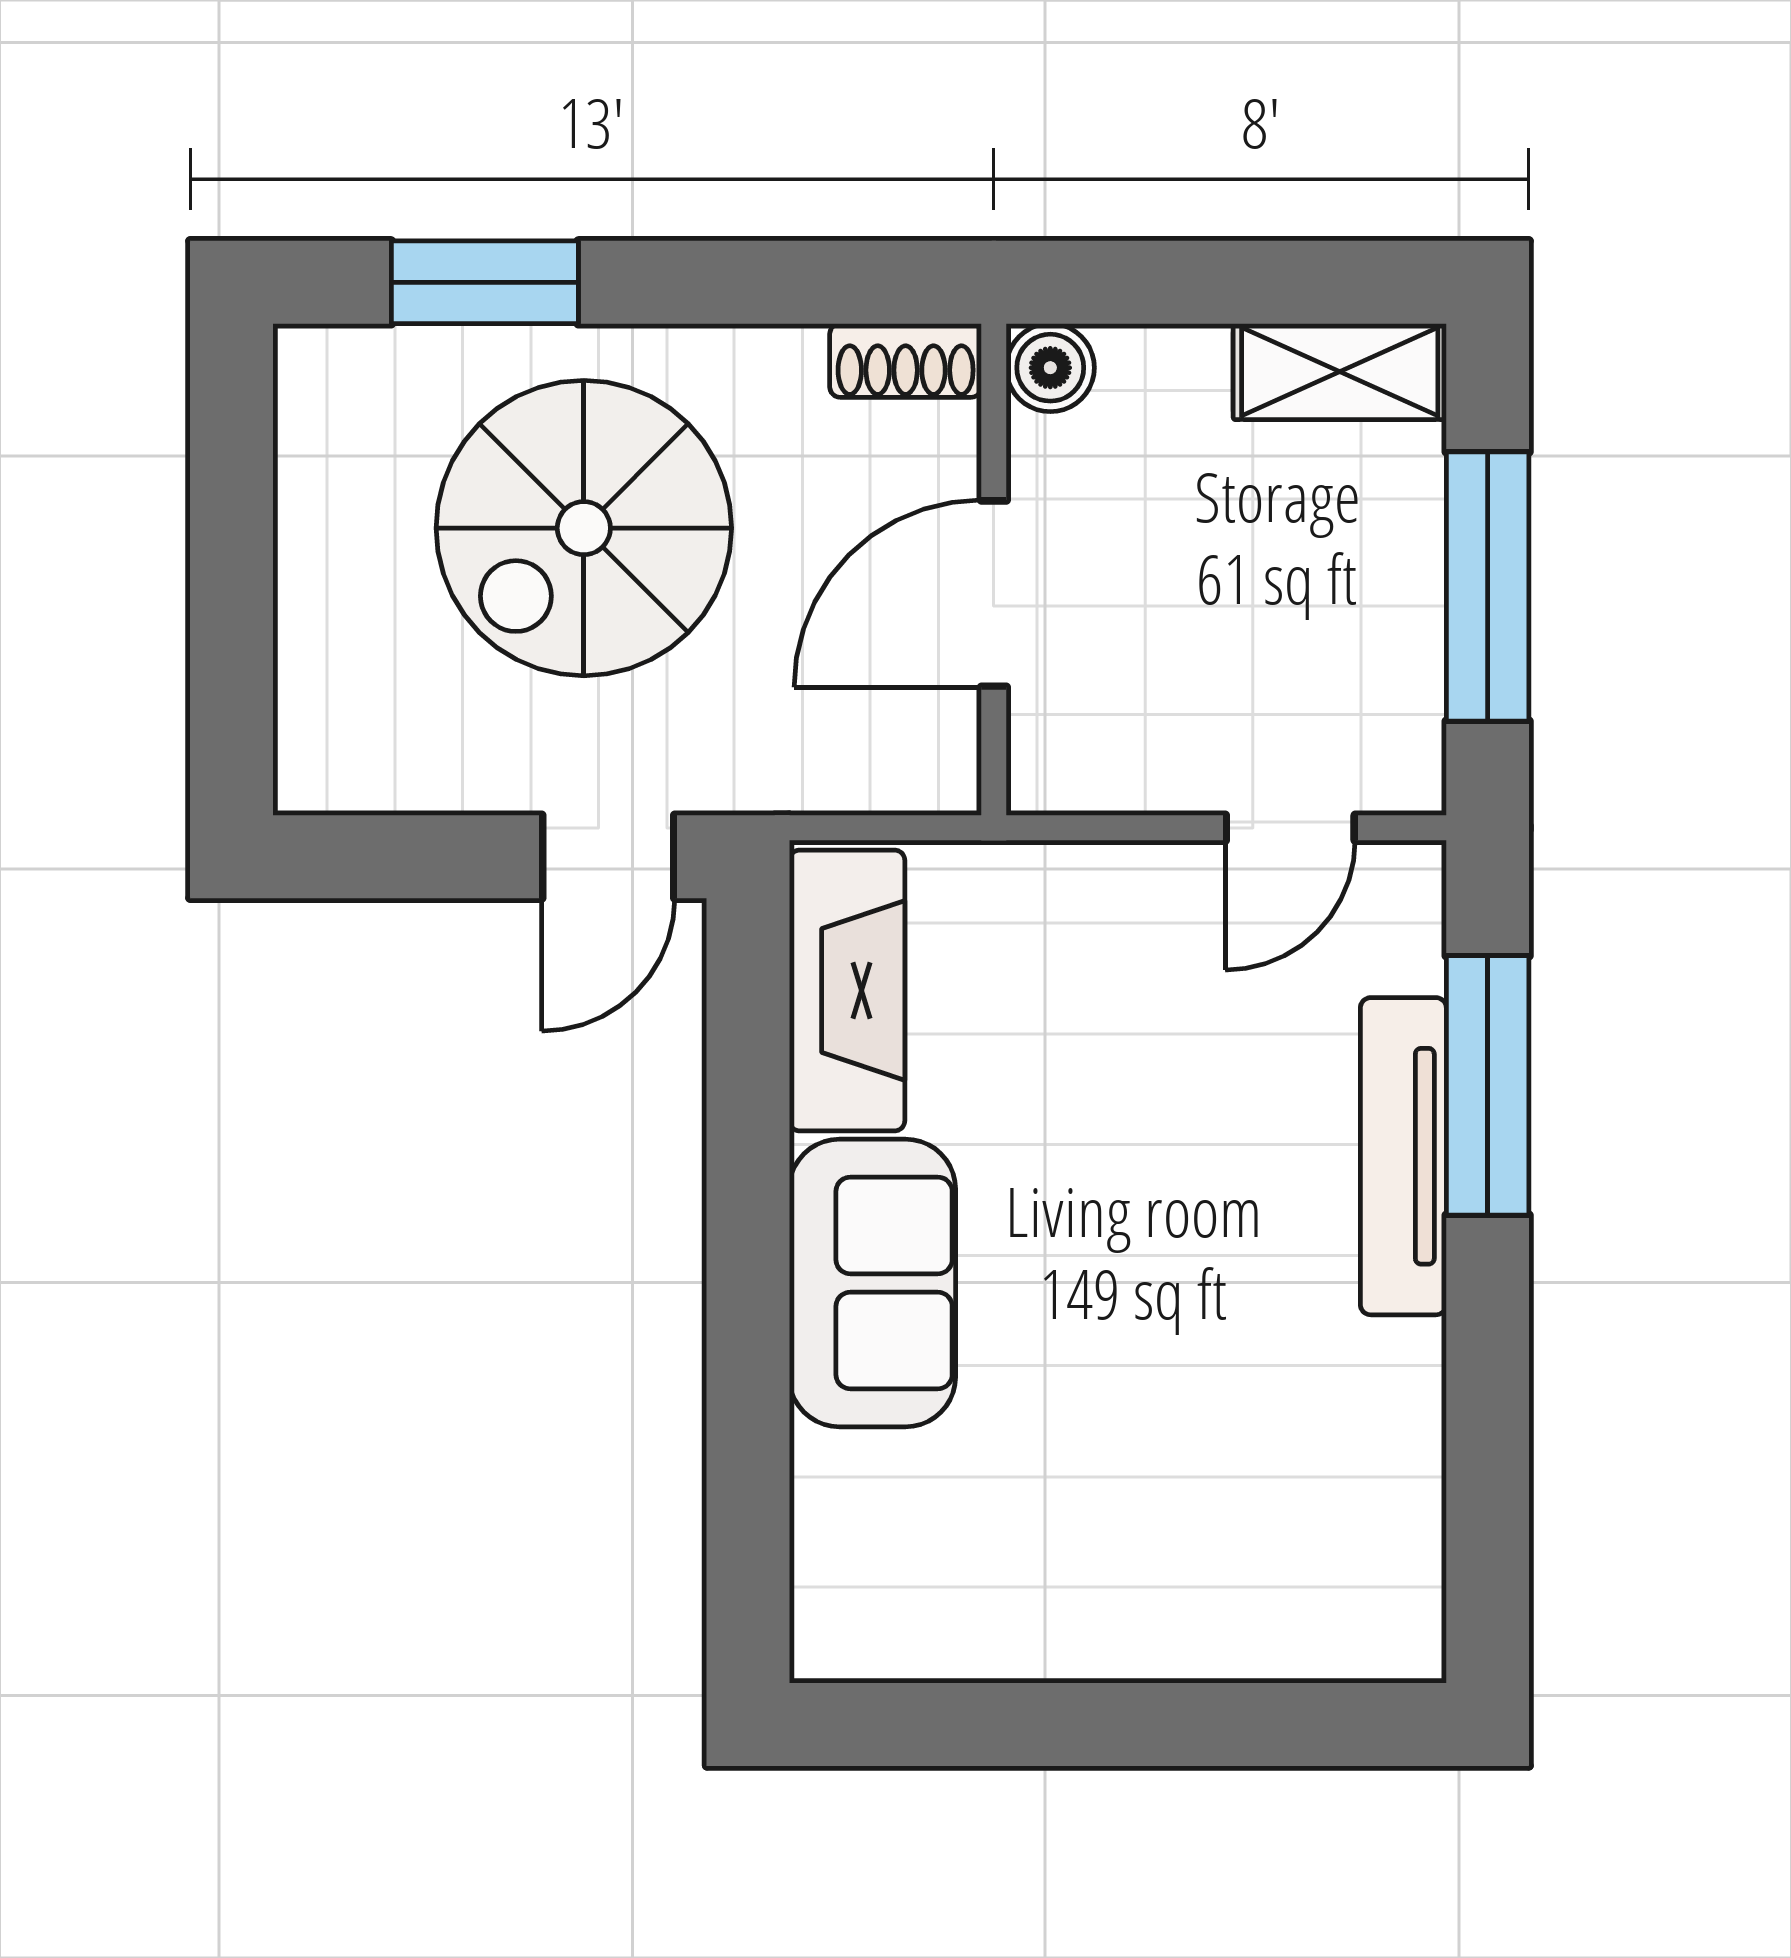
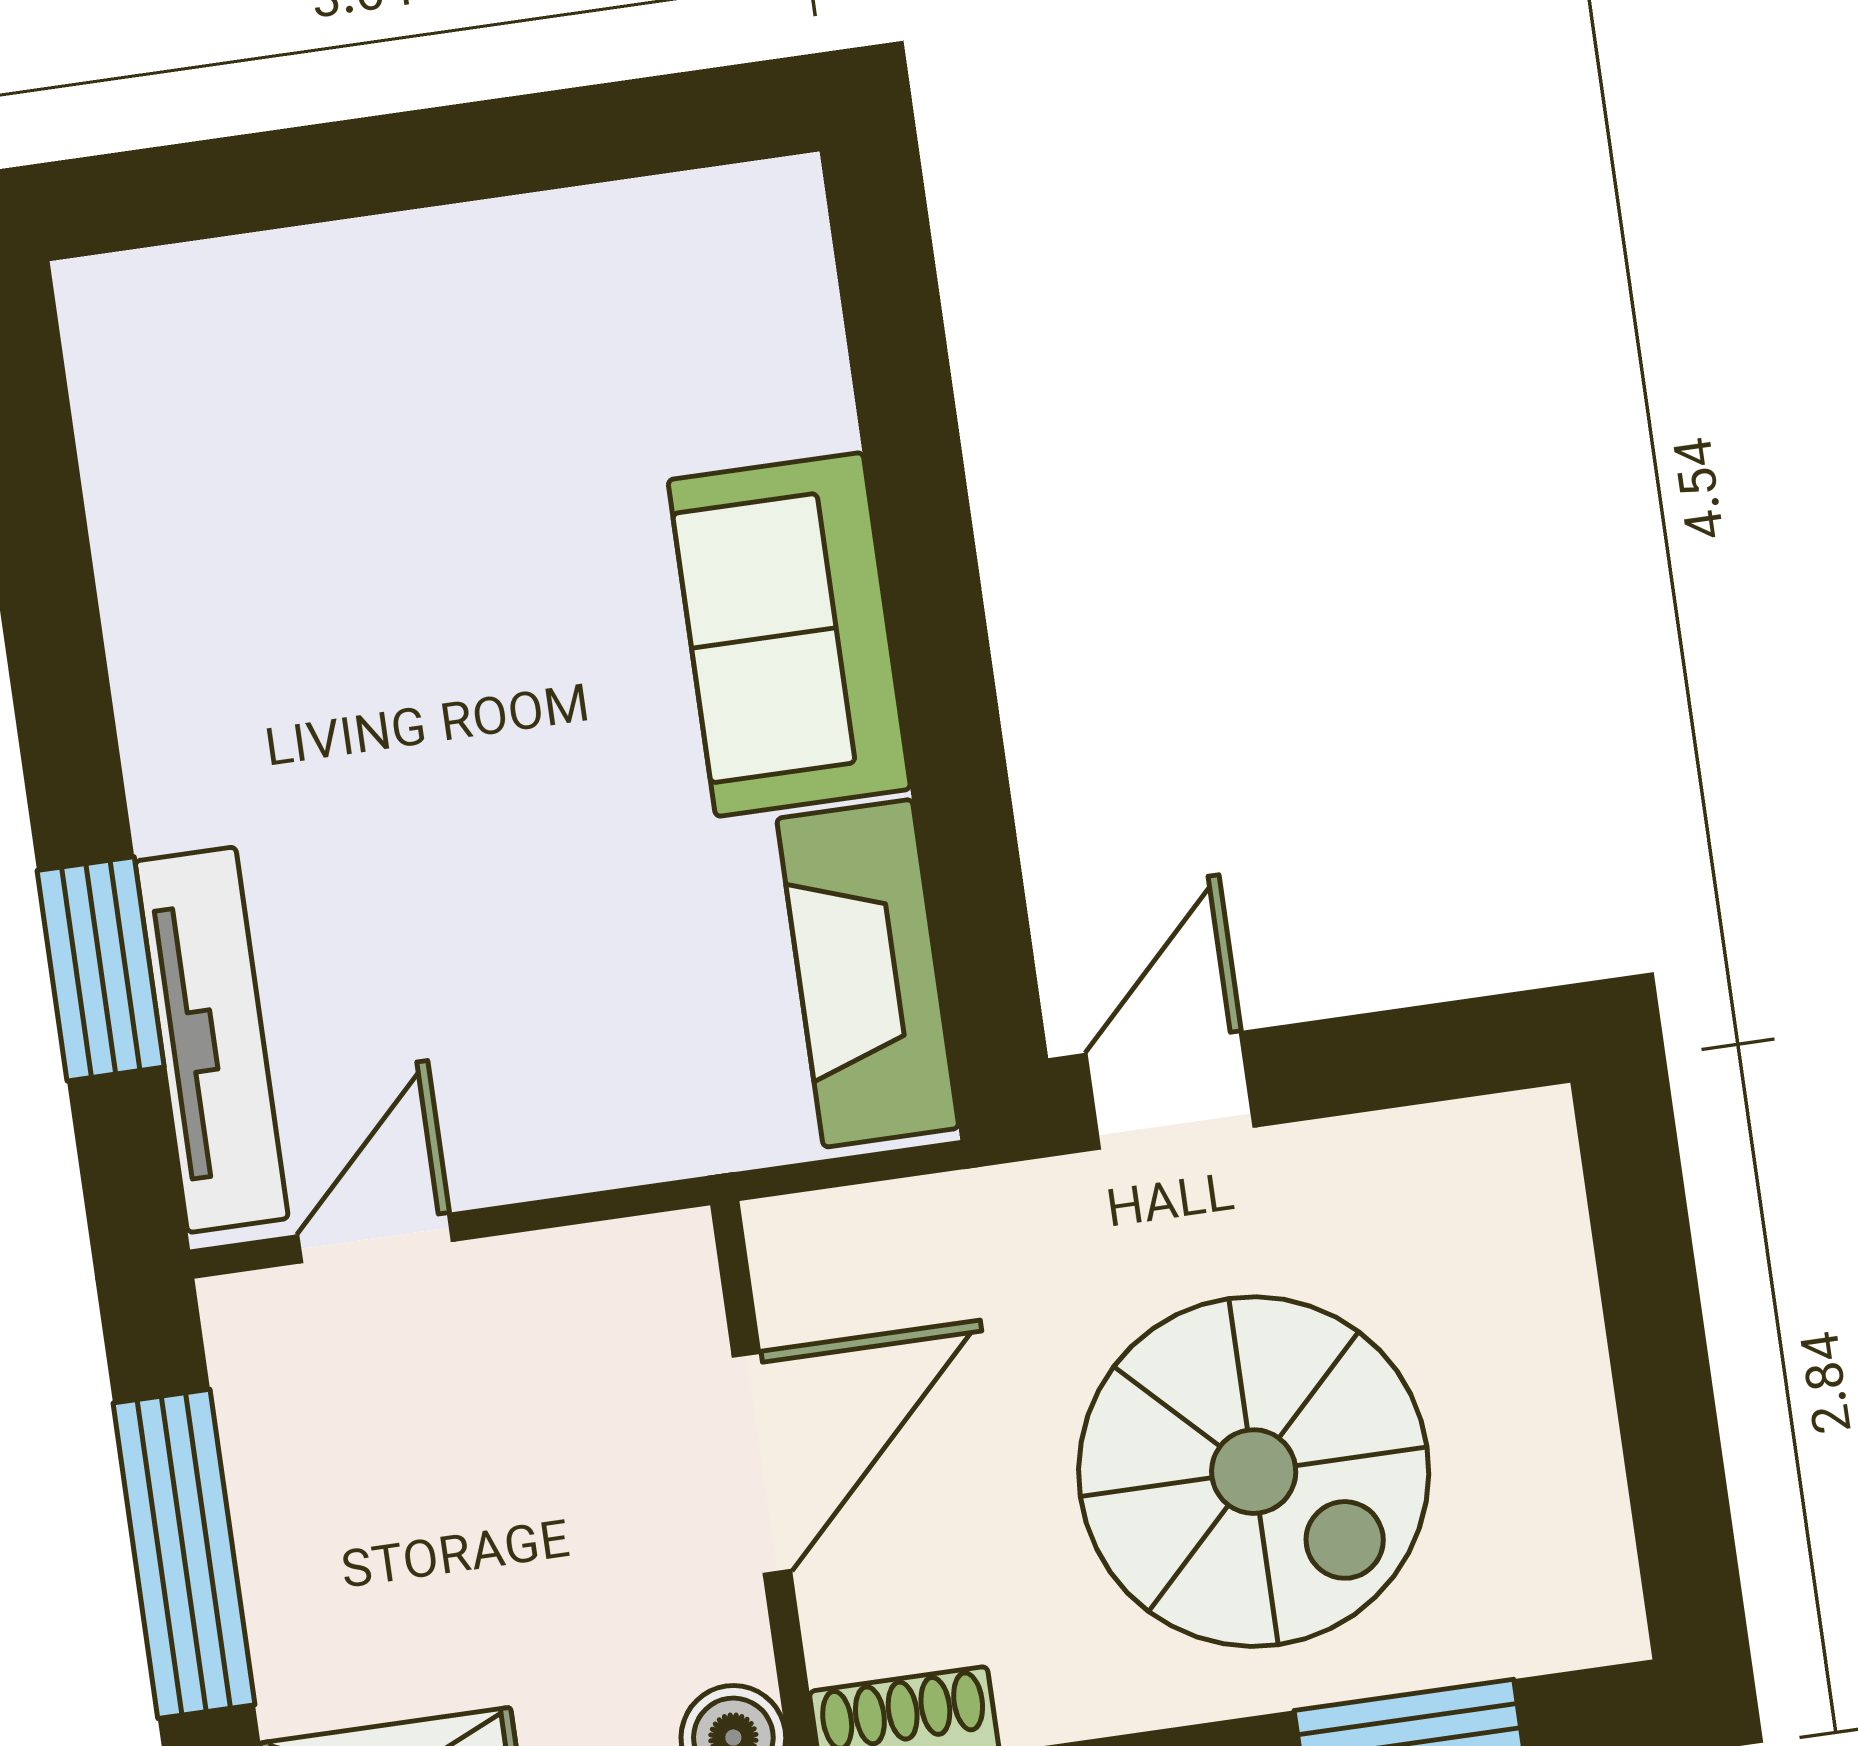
spiral stairs: (584, 528) -> (1254, 1472), turned 90
window: (1488, 1085) -> (101, 969), width x0.69
tv unit: (1403, 1156) -> (212, 1040), moved

